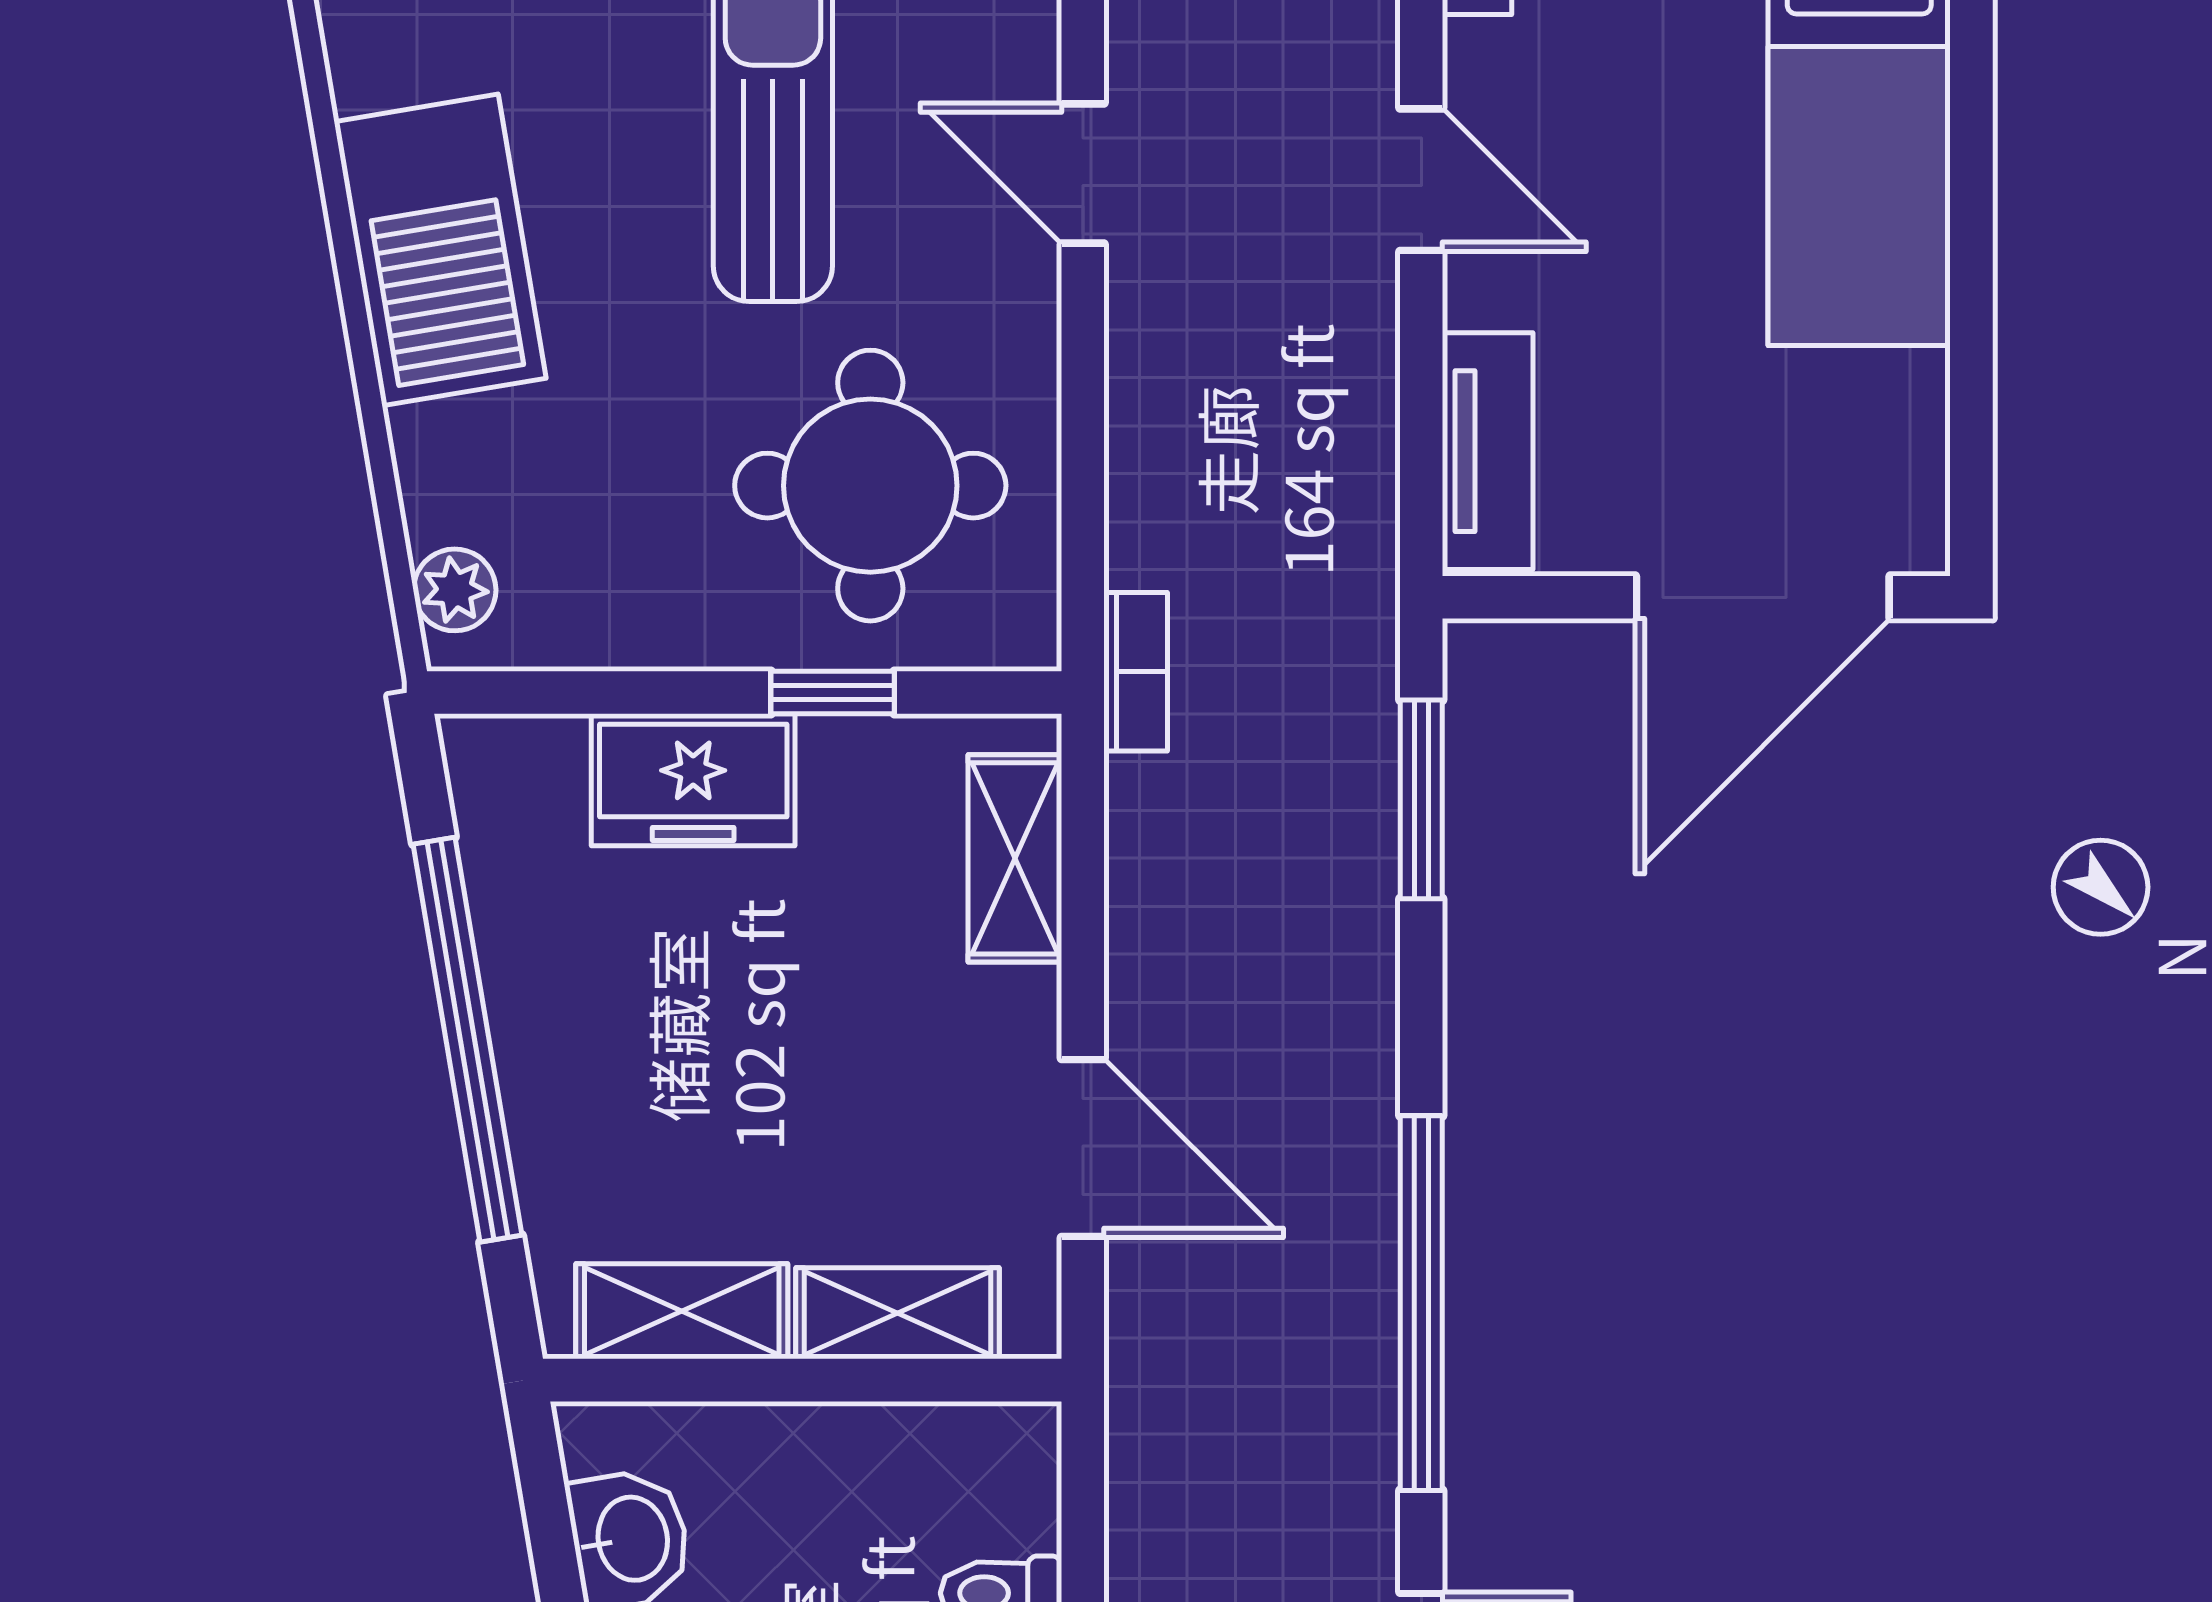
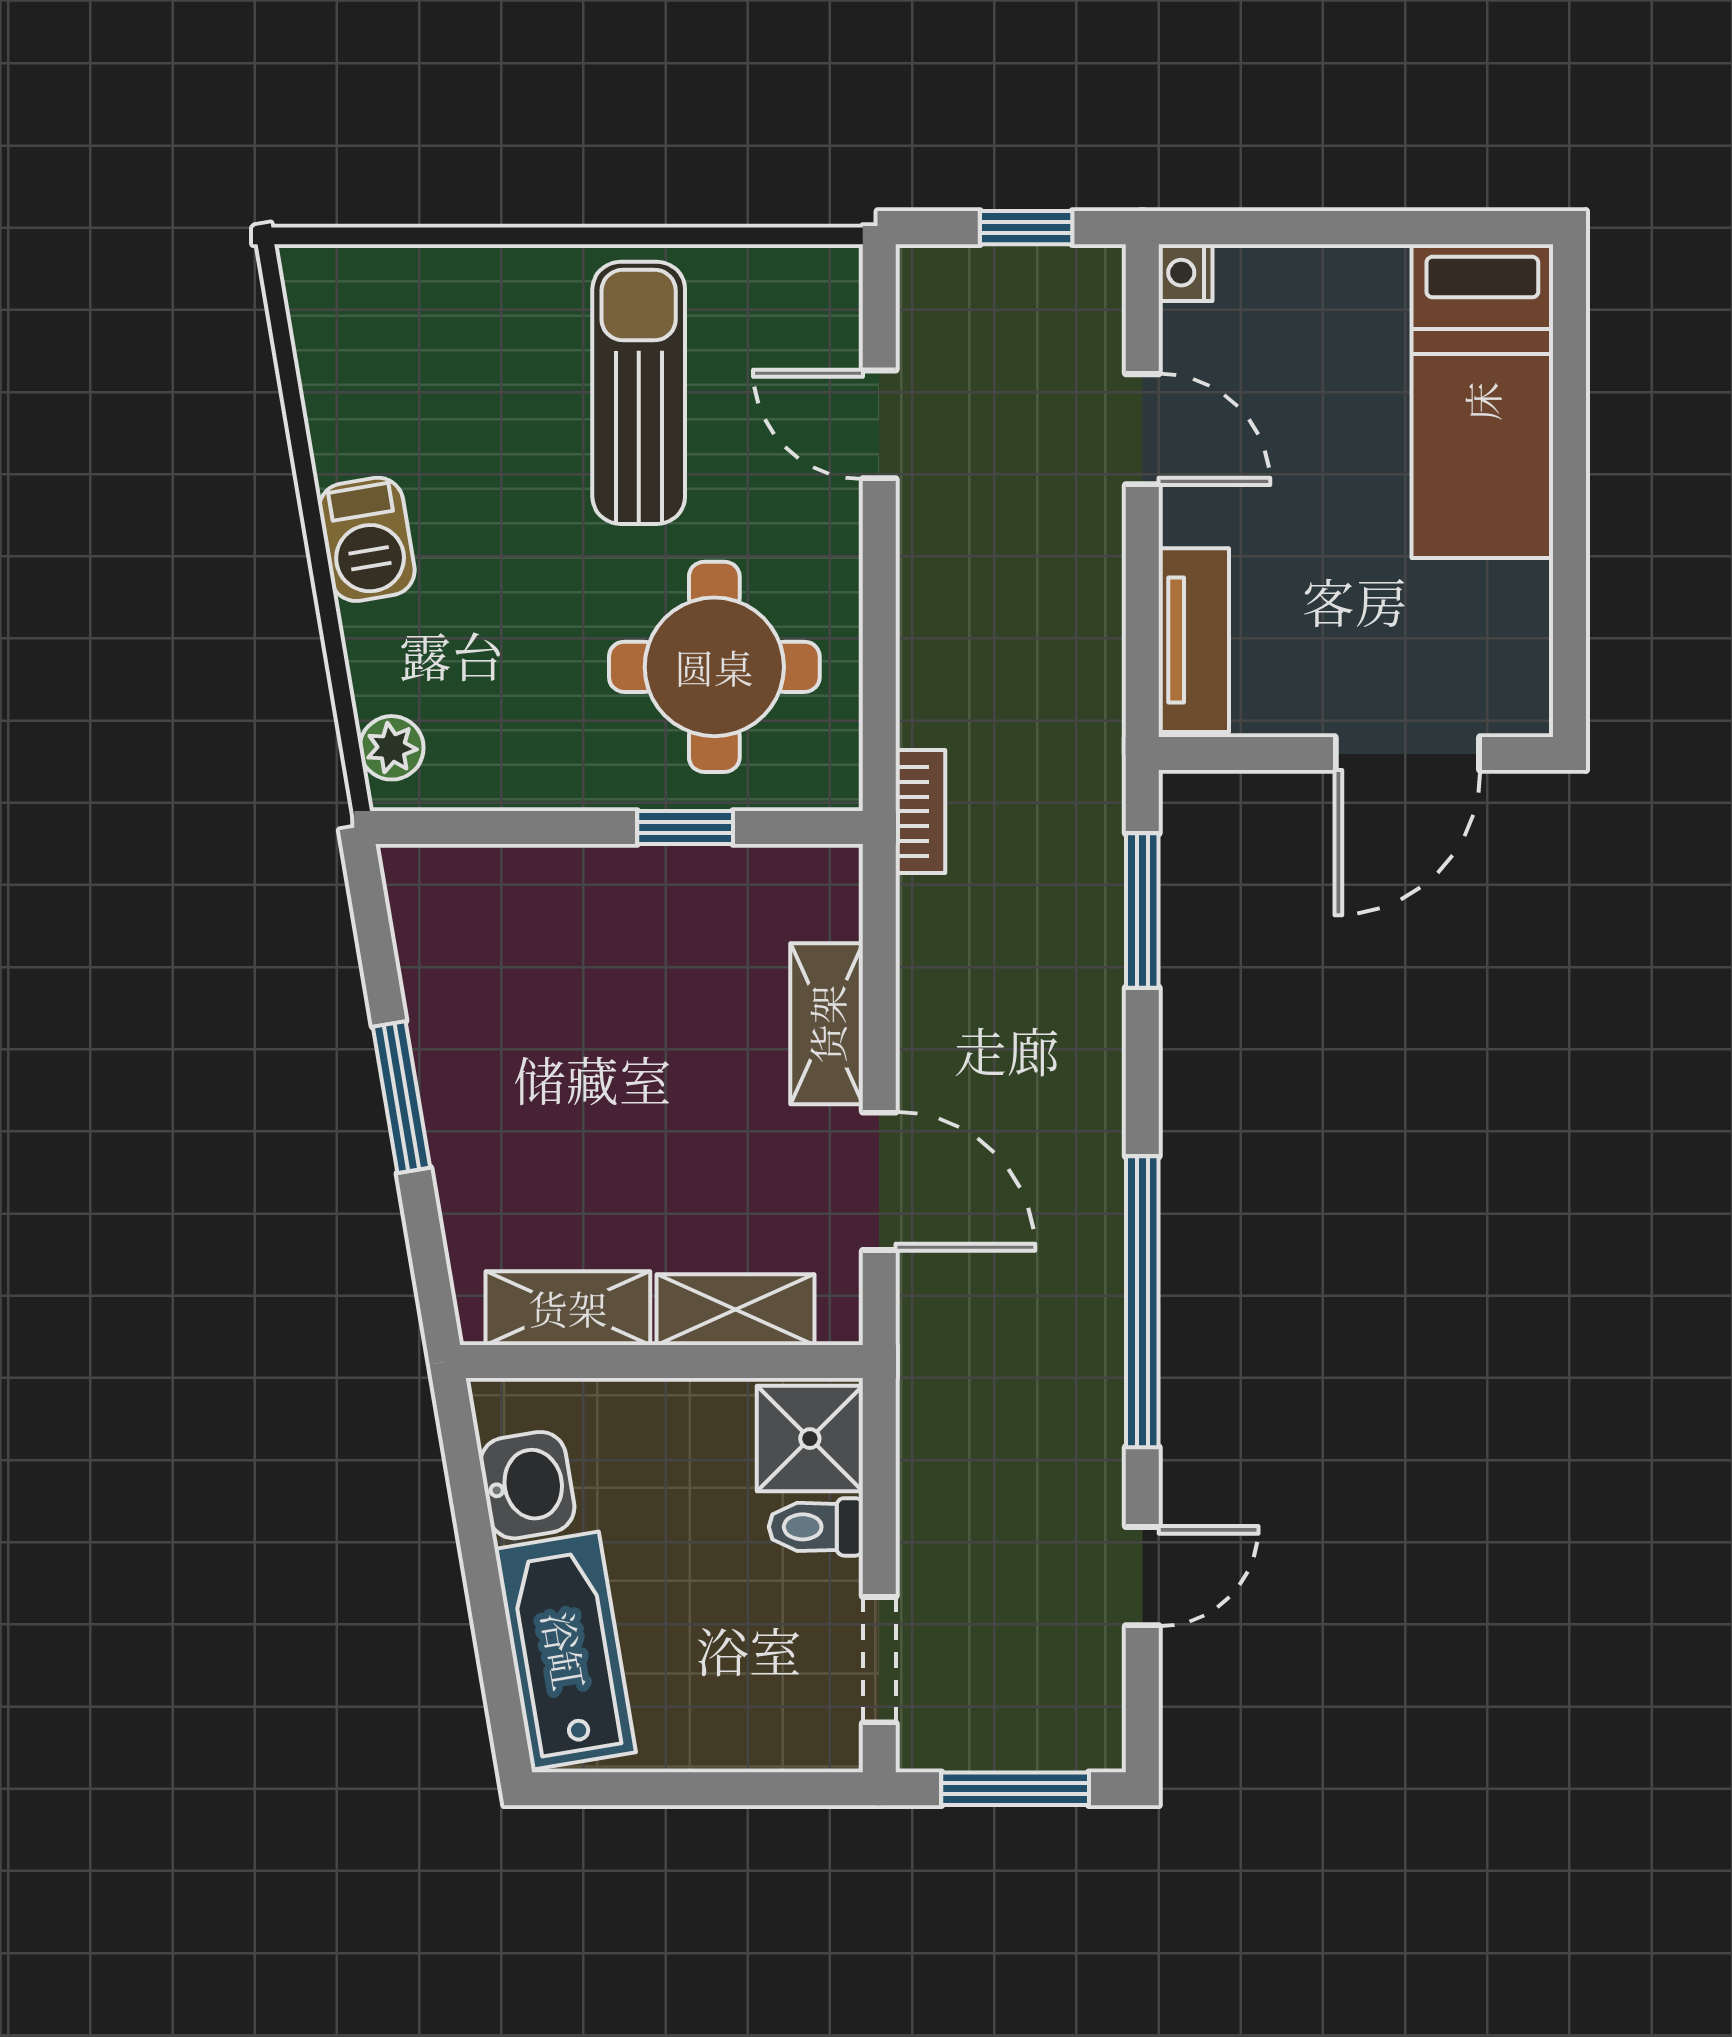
barbecue: (440, 250) -> (367, 539), width x0.53, depth x0.65
door: (1763, 597) -> (1407, 754), width x0.73
freezer: (693, 780) -> (577, 895), removed
shelving: (1015, 858) -> (827, 1024), moved
window: (468, 1040) -> (402, 1097), width x0.47
shower: (993, 1479) -> (810, 1439), added

